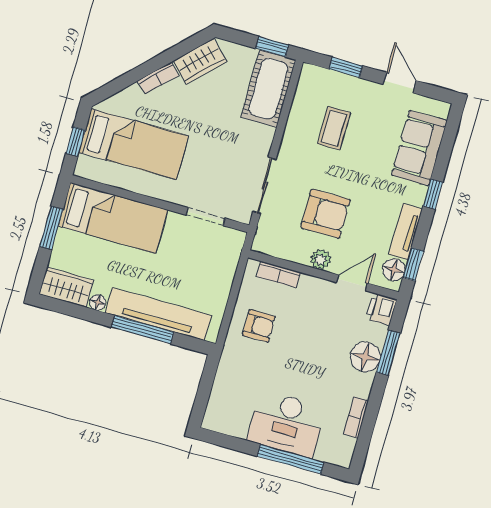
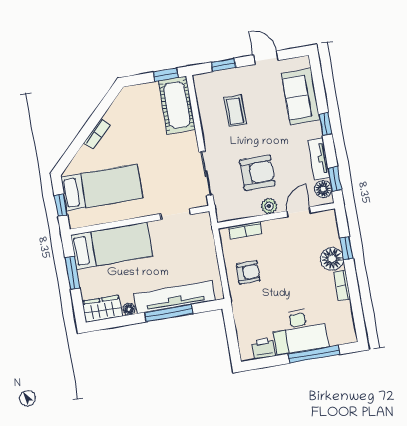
wardrobe: (200, 61) -> (120, 109), removed
printer: (381, 309) -> (264, 348), moved, turned 90
window: (388, 353) -> (347, 248), width x0.67
bookcase: (356, 417) -> (342, 285), moved

